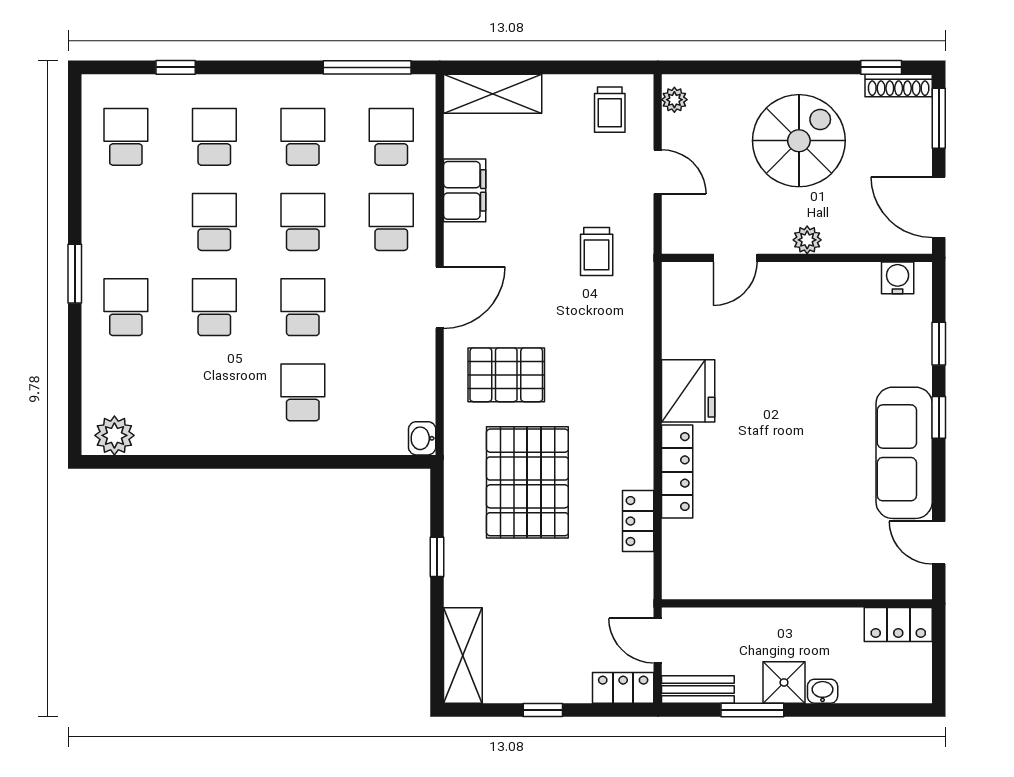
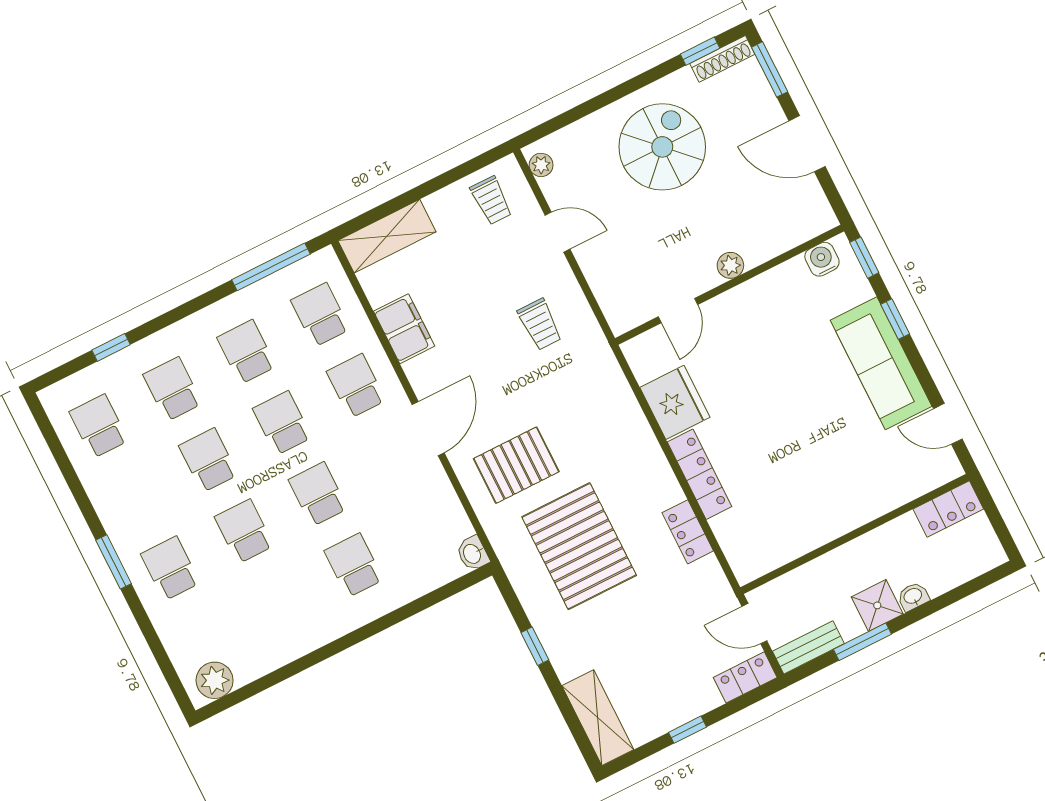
plant: (807, 240) -> (730, 265), moved
door: (735, 258) -> (678, 311), moved
wall: (797, 258) -> (729, 285), moved
water cooler: (898, 278) -> (822, 259), moved

